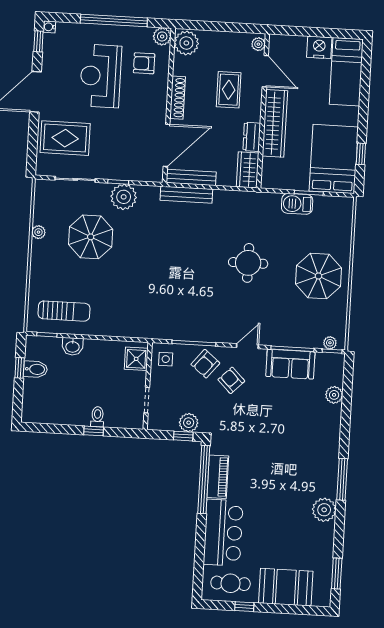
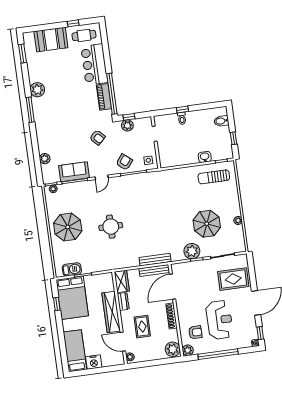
barbecue: (297, 204) -> (72, 269), moved
shower: (136, 359) -> (166, 157), removed
bidet: (35, 369) -> (221, 121), moved
armchair: (231, 380) -> (97, 137), moved

